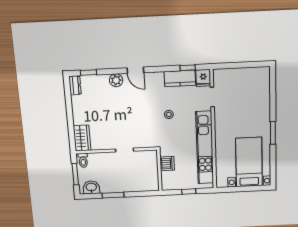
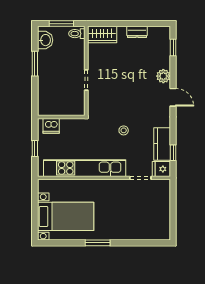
door: (135, 70) -> (173, 97), swing flipped
dresser: (75, 85) -> (137, 32), moved
dishwasher: (167, 164) -> (51, 126), moved

